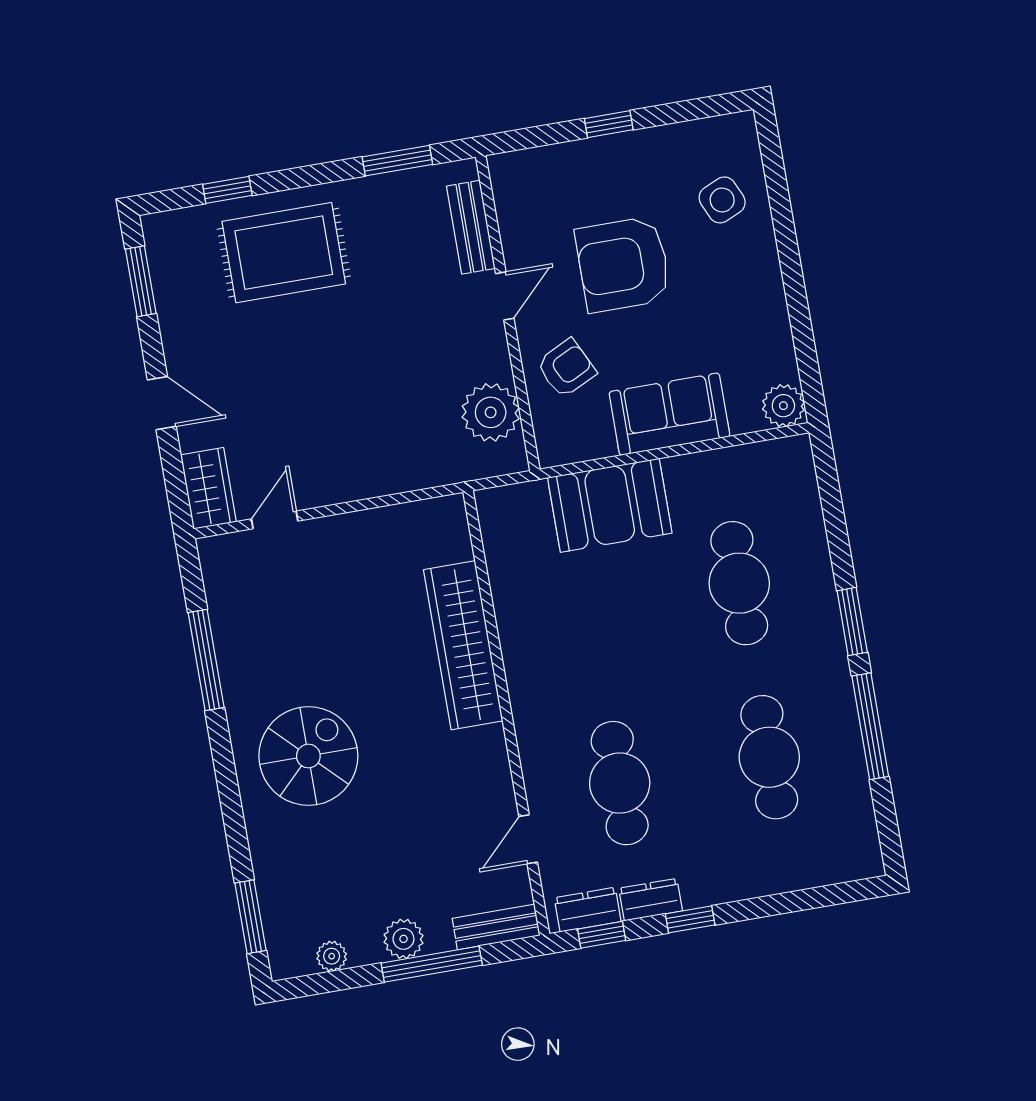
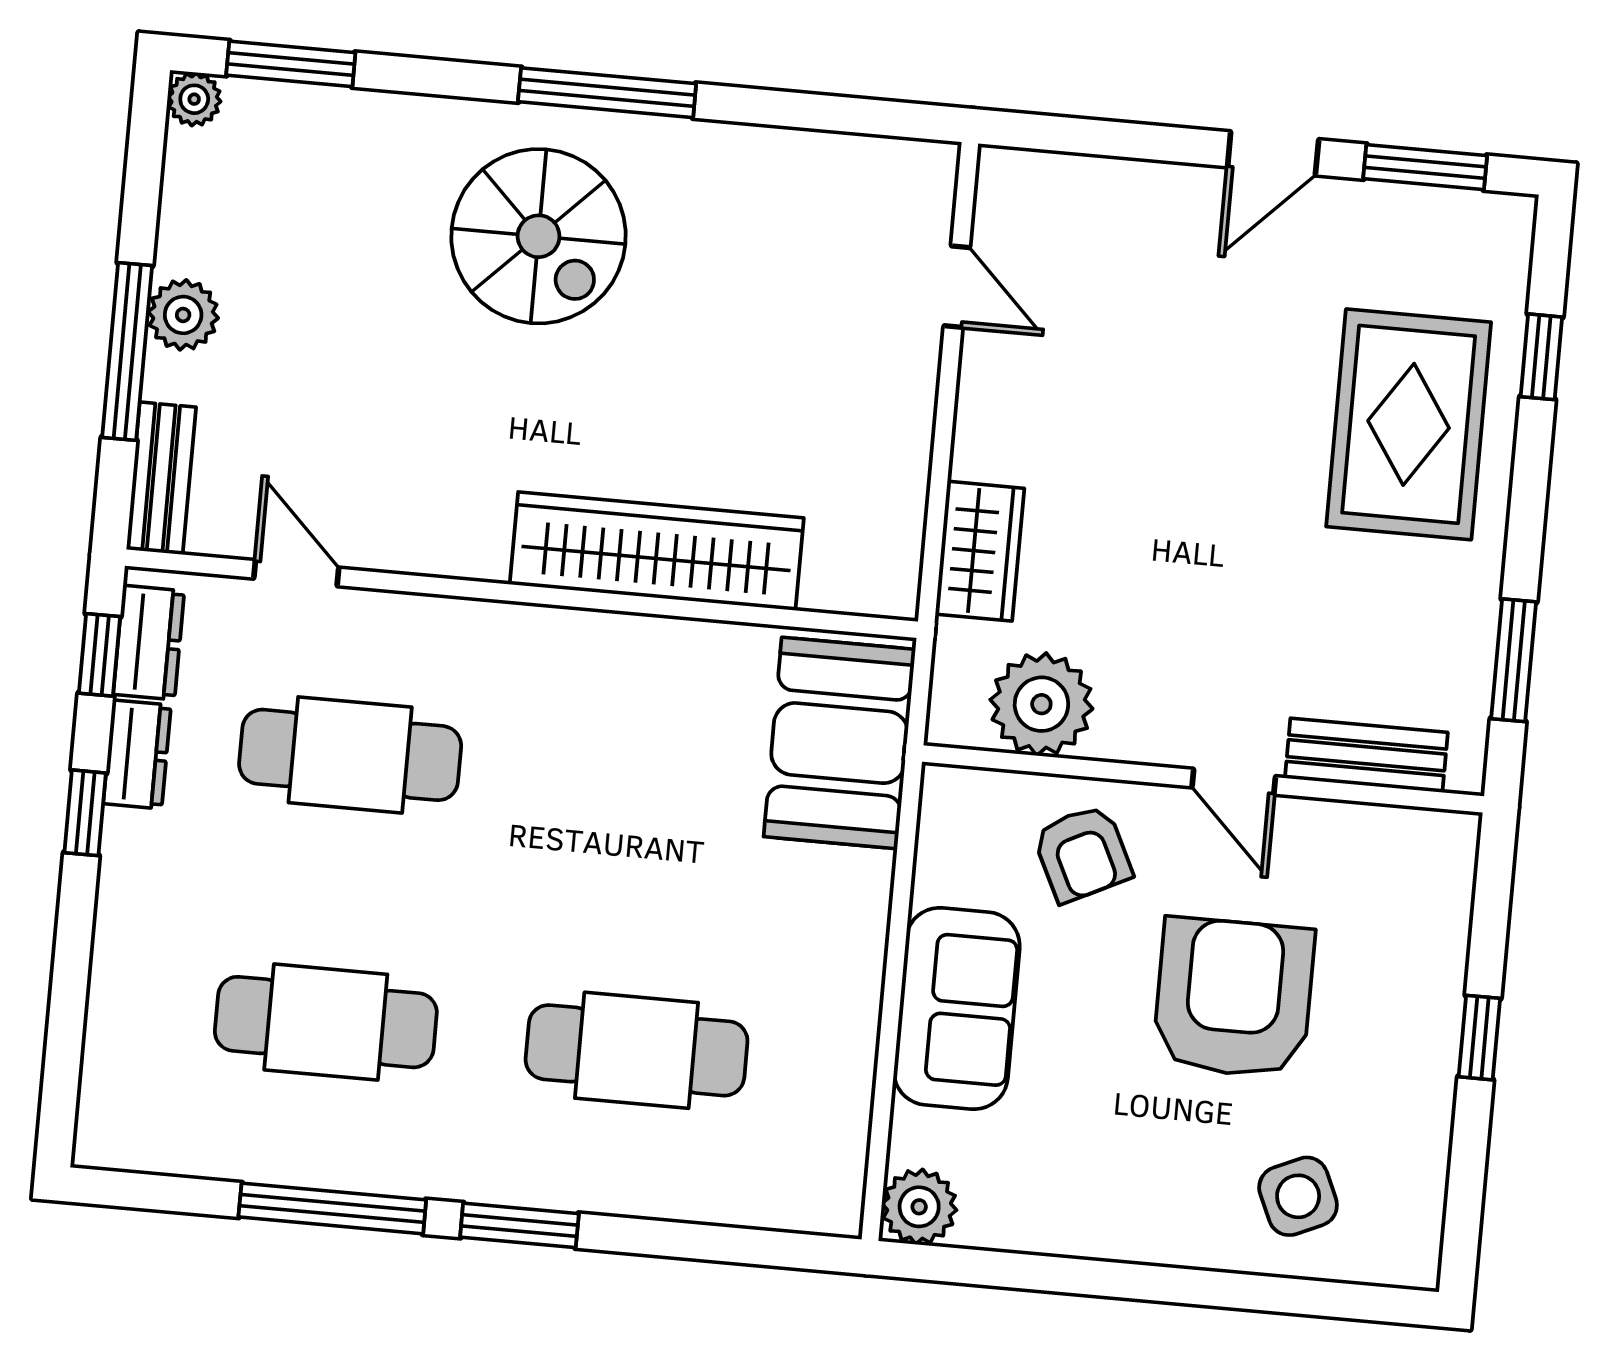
door: (162, 403) -> (1273, 153), moved
wardrobe: (208, 488) -> (980, 551), moved, turned -90
booth: (610, 505) -> (840, 743), moved
window: (206, 660) -> (607, 93), moved
plant: (332, 956) -> (194, 99), moved

